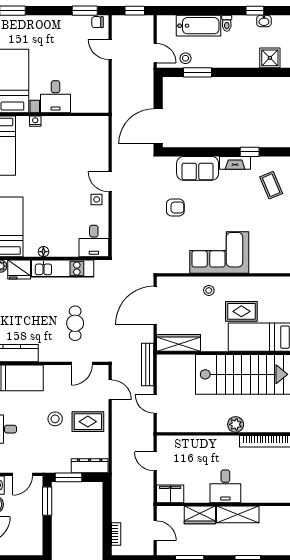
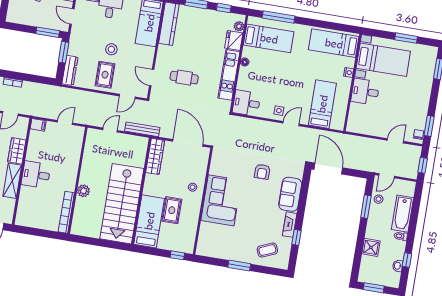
shower: (270, 58) -> (371, 247), moved
bed: (80, 147) -> (322, 104), added
filing cabinet: (170, 494) -> (38, 125), width x0.50

